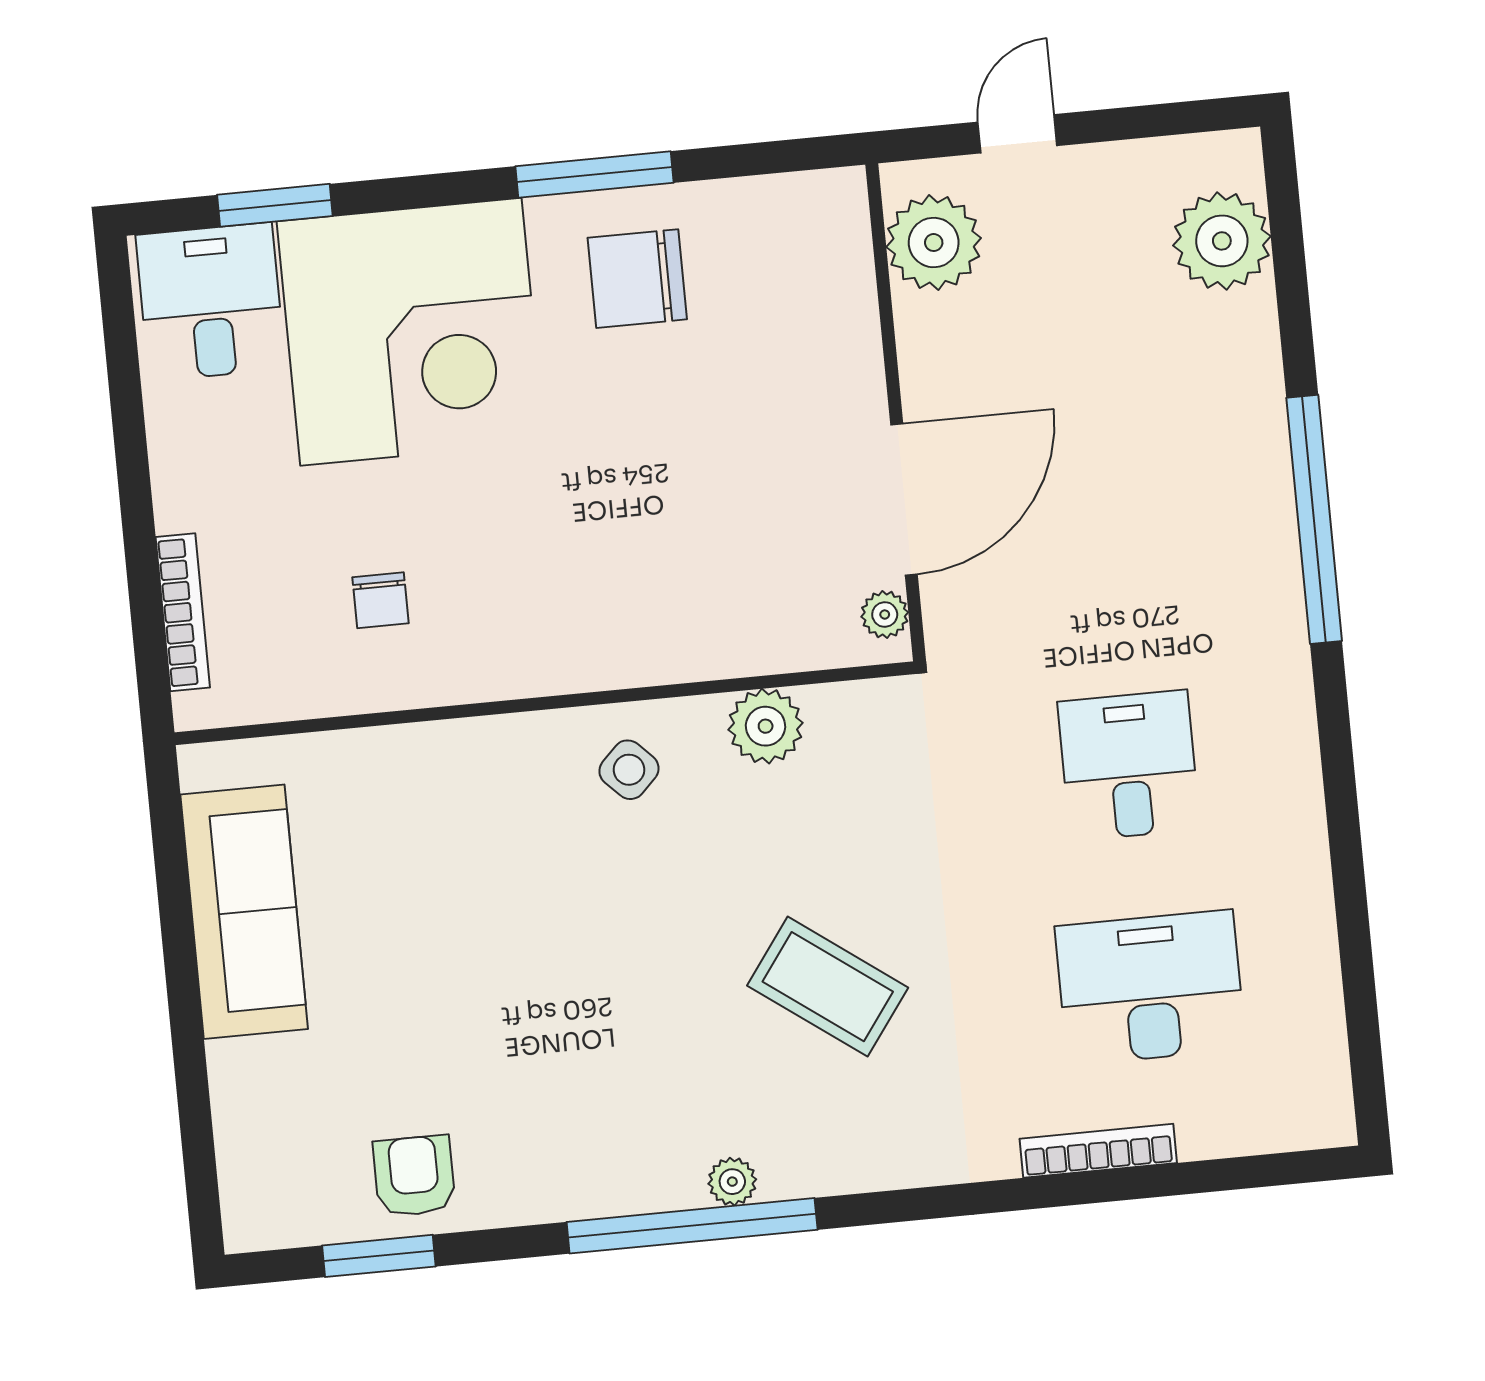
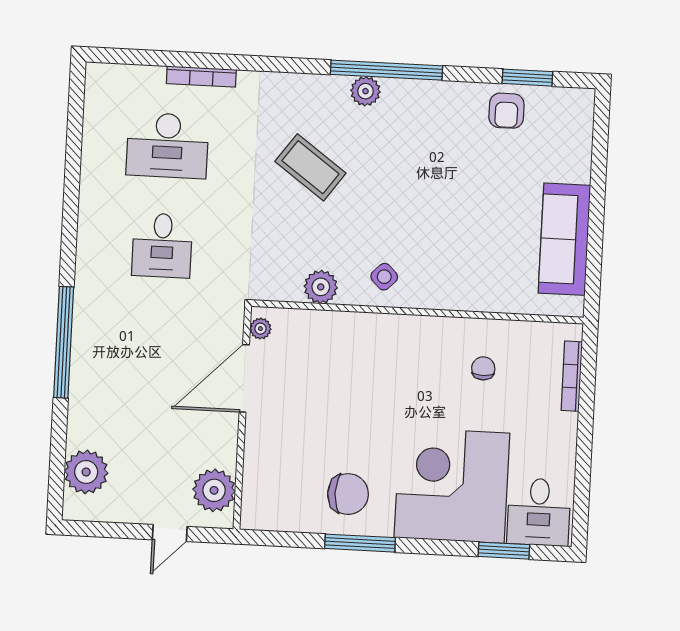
plant: (732, 1182) -> (365, 91), width x1.38, depth x1.38

